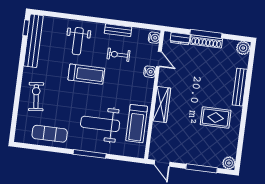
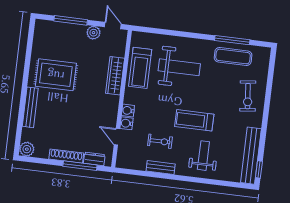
window: (206, 34) -> (80, 166), moved
water cooler: (154, 38) -> (128, 111), moved
wardrobe: (162, 104) -> (115, 76), moved
rug: (216, 118) -> (56, 75), width x1.36, depth x1.43
treadmill: (137, 124) -> (140, 68), turned 180
window: (90, 154) -> (232, 40), moved
plant: (229, 163) -> (94, 33), moved

